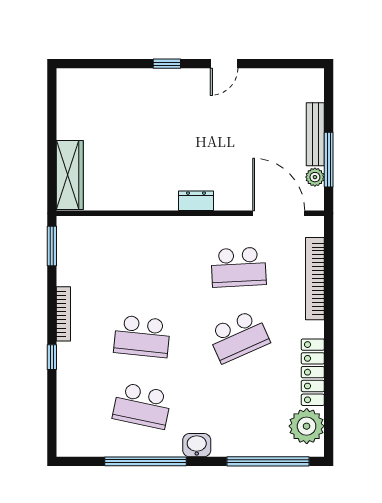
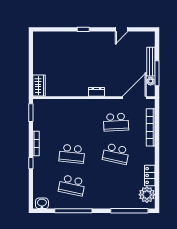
door: (224, 64) -> (122, 29), moved
wardrobe: (70, 175) -> (39, 85), width x0.67
door: (279, 213) -> (134, 98), hinge flipped
school desk: (239, 336) -> (116, 154), turned 36
locker: (313, 372) -> (150, 175), width x0.66
washbasin: (197, 445) -> (42, 203), moved

